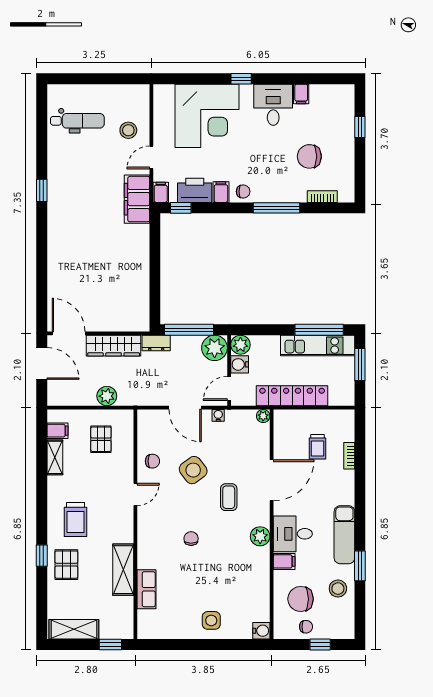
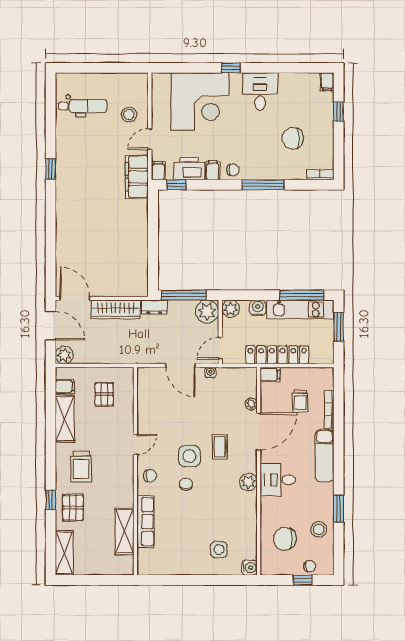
filing cabinet: (301, 94) -> (327, 82), moved
bookcase: (322, 197) -> (320, 175), moved
water cooler: (240, 364) -> (258, 308), moved, turned 90
plant: (107, 396) -> (64, 355), moved
plant: (263, 416) -> (251, 404), moved
bookcase: (349, 456) -> (329, 409), width x1.56
shelving: (55, 457) -> (65, 419), width x1.50, depth x1.33
chair: (152, 461) -> (150, 476), moved
side table: (193, 470) -> (189, 456), moved, turned 37
exam couch: (344, 535) -> (325, 456), moved
filing cabinet: (284, 561) -> (270, 375), moved
shelving: (123, 570) -> (124, 531), moved
row of seats: (147, 589) -> (145, 522), width x1.48
side table: (211, 620) -> (219, 550), moved
chair: (306, 627) -> (310, 566), moved
shelving: (74, 629) -> (64, 553), moved, turned 90
window: (110, 644) -> (113, 580), removed

